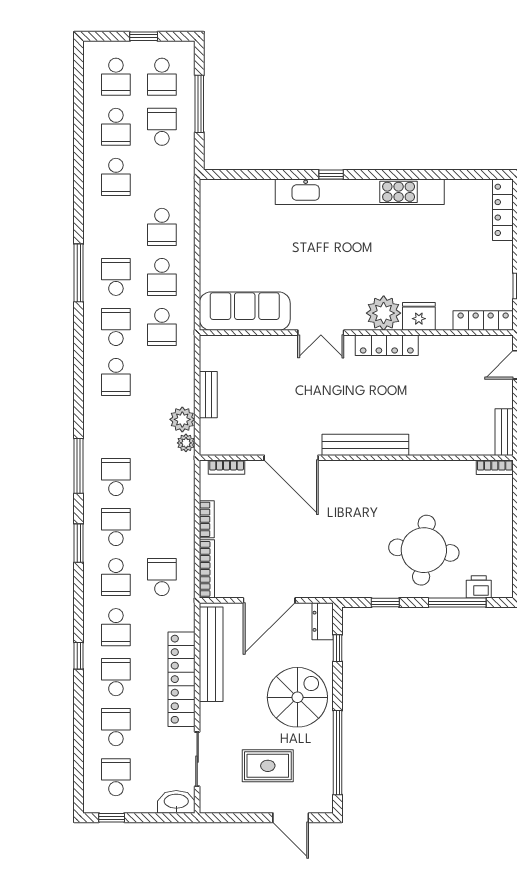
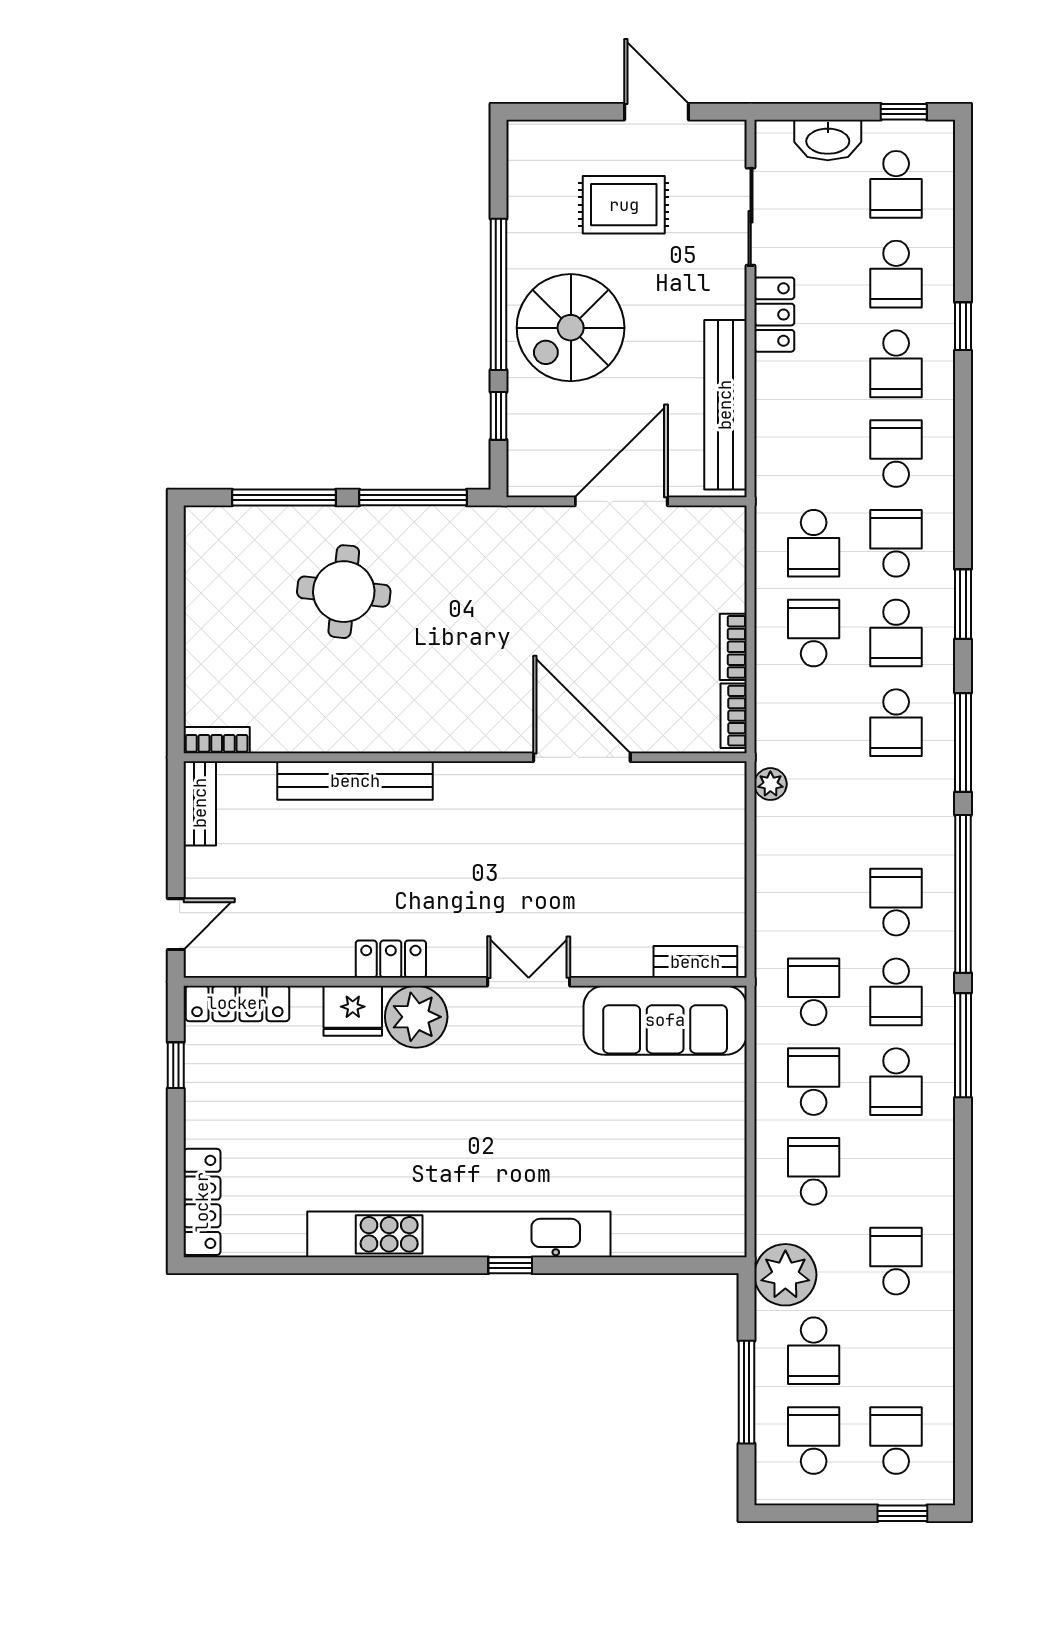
window: (144, 36) -> (902, 1513), moved
school desk: (116, 127) -> (814, 633), moved
window: (79, 273) -> (963, 1045), moved
locker: (387, 345) -> (391, 959), width x0.66
window: (79, 382) -> (963, 894), added
bench: (208, 395) -> (695, 962), moved, turned 90
plant: (182, 419) -> (785, 1275), moved, width x1.36, depth x1.36
bench: (365, 445) -> (355, 781), moved
bookcase: (227, 467) -> (734, 716), moved, turned -90
round table: (424, 550) -> (344, 592), width x0.73, depth x0.73
bookcase: (207, 569) -> (733, 558), removed
printer: (479, 587) -> (245, 526), removed
window: (385, 603) -> (413, 497), width x2.17
dresser: (323, 621) -> (525, 464), removed
window: (79, 656) -> (963, 326), moved
locker: (182, 679) -> (774, 315), width x0.46, depth x0.83
window: (338, 753) -> (499, 294), moved
washbasin: (176, 802) -> (828, 140), moved
door: (291, 818) -> (656, 112), moved

